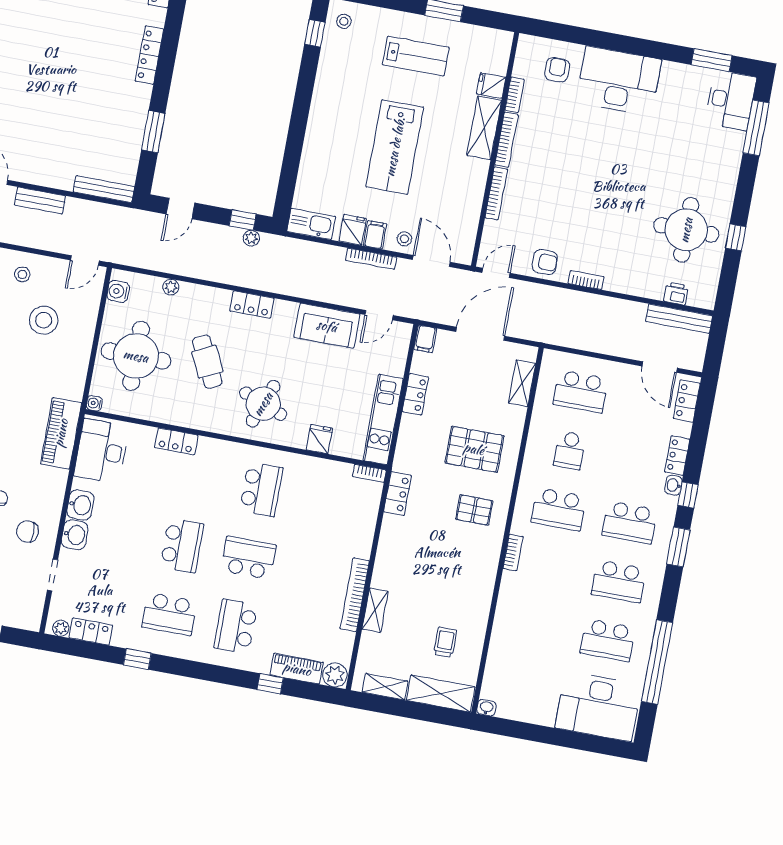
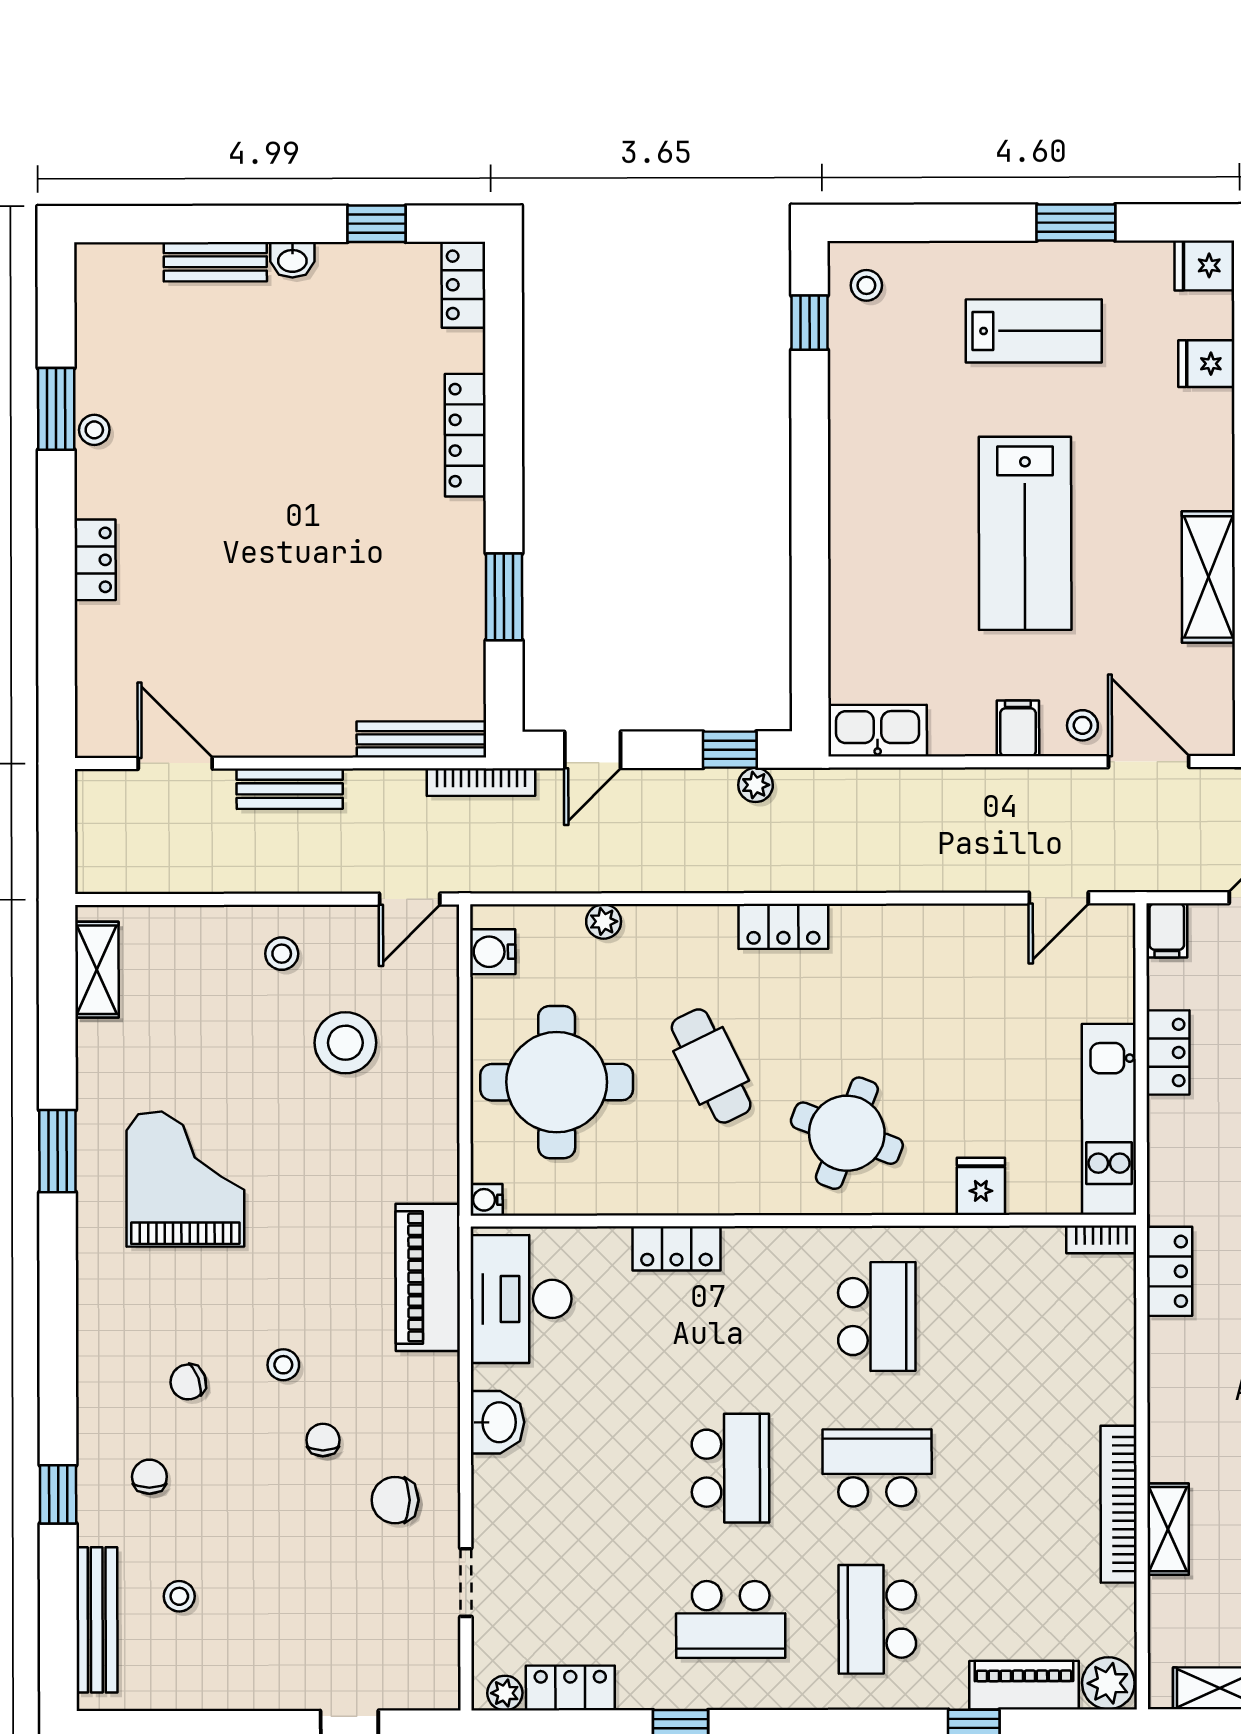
shelving: (484, 128) -> (1208, 577), moved
fridge: (353, 230) -> (1204, 265), moved, turned -90
bookcase: (371, 259) -> (481, 782), moved
sofa: (327, 326) -> (952, 942), removed
washbasin: (75, 535) -> (497, 1488), removed

